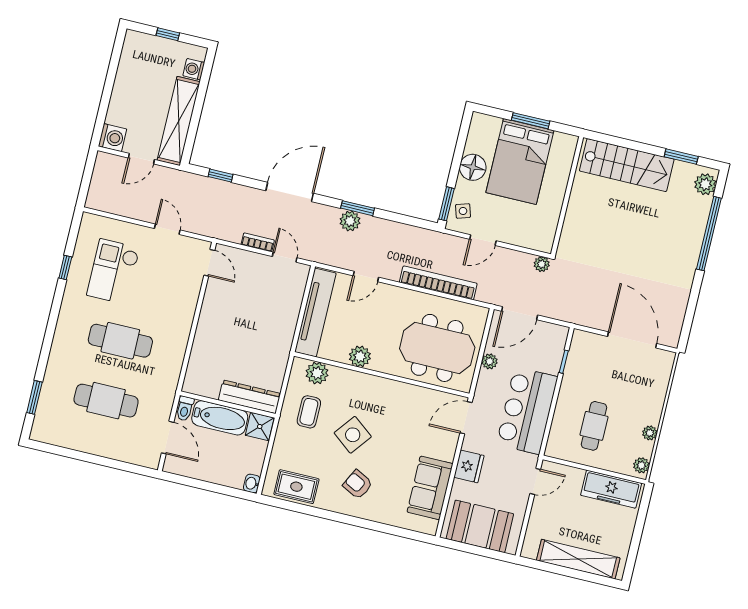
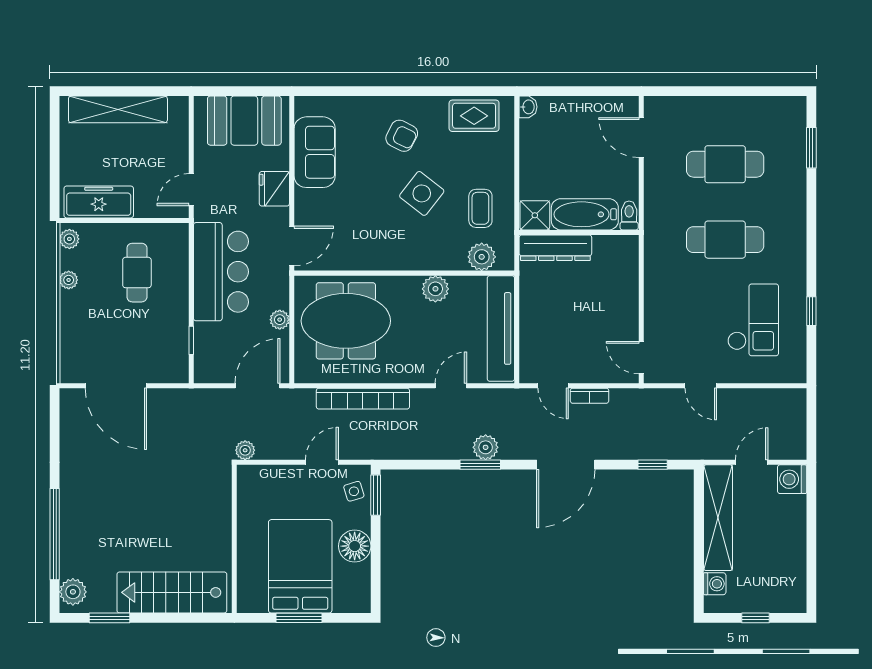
dresser: (249, 397) -> (555, 248), moved
wall: (228, 404) -> (579, 232), moved
toilet: (185, 409) -> (629, 215), moved
bathtub: (220, 418) -> (585, 214), moved
shower: (260, 426) -> (535, 215), moved

